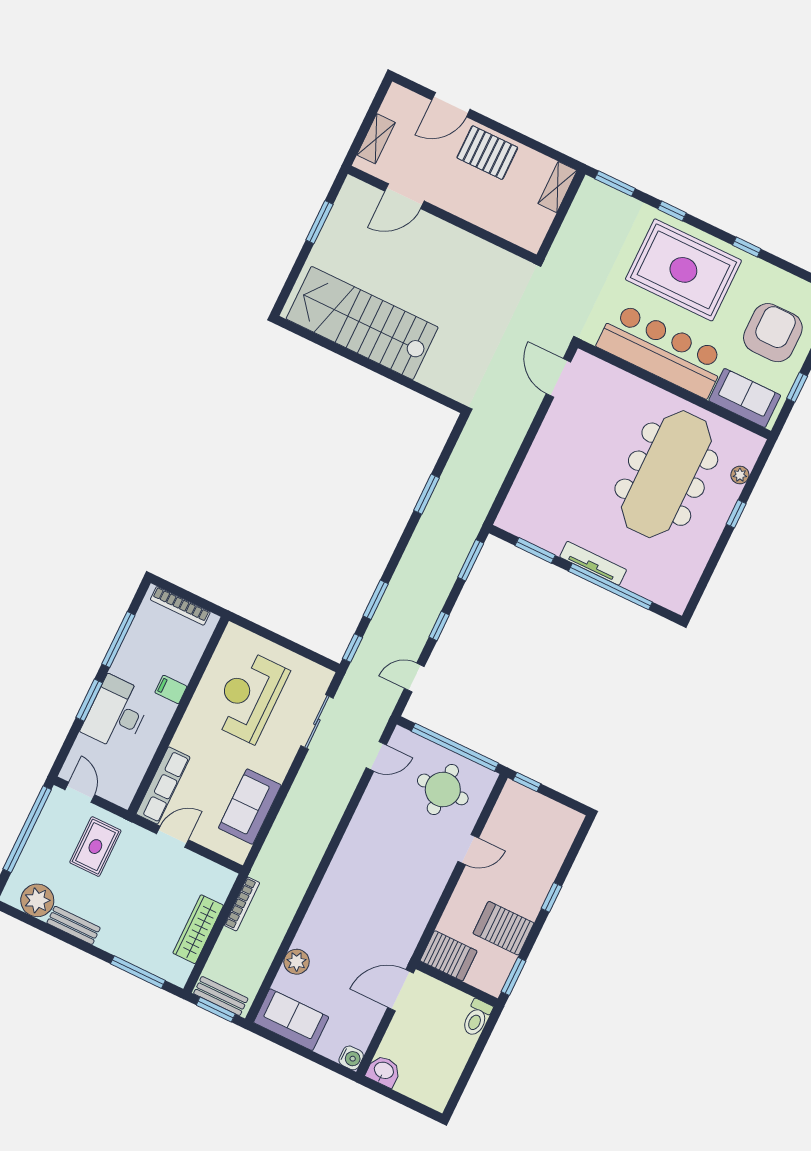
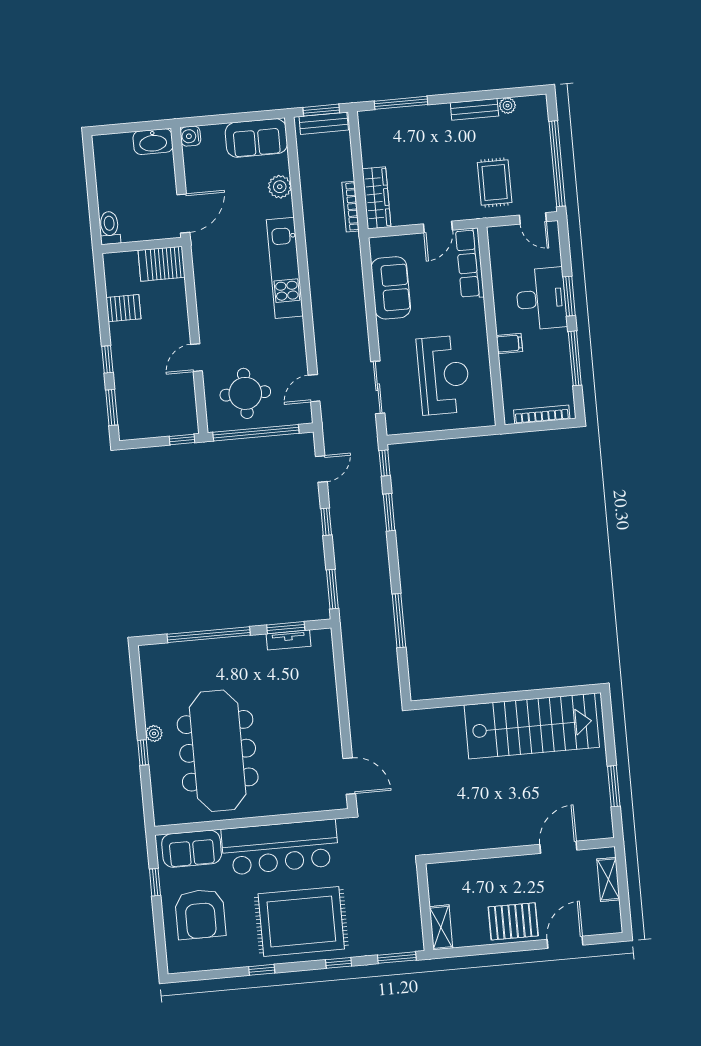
plant: (740, 475) -> (154, 733), moved
window: (427, 494) -> (399, 621), width x1.44
tv unit: (593, 563) -> (289, 640), moved, width x0.71
kitchen unit: (337, 884) -> (285, 268), added
plant: (37, 900) -> (507, 106), width x0.53, depth x0.53
server rack: (504, 928) -> (123, 308), width x0.73, depth x0.70
wardrobe: (198, 929) -> (376, 198), moved
window: (514, 976) -> (112, 408), moved
washbasin: (384, 1071) -> (153, 142), width x1.38

